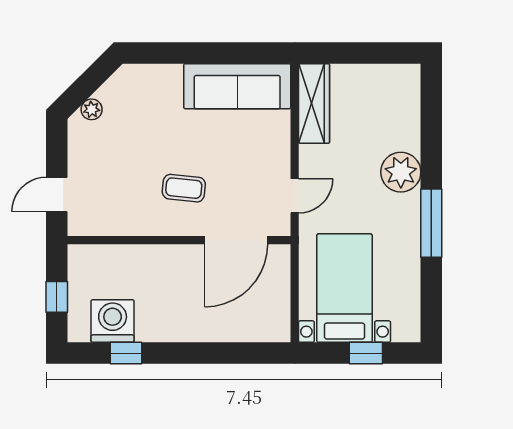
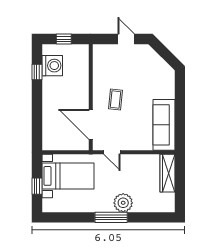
wardrobe: (314, 103) -> (167, 173), moved, turned 90
plant: (92, 109) -> (153, 56), removed
door: (57, 195) -> (126, 39), moved
window: (431, 223) -> (111, 217), moved

